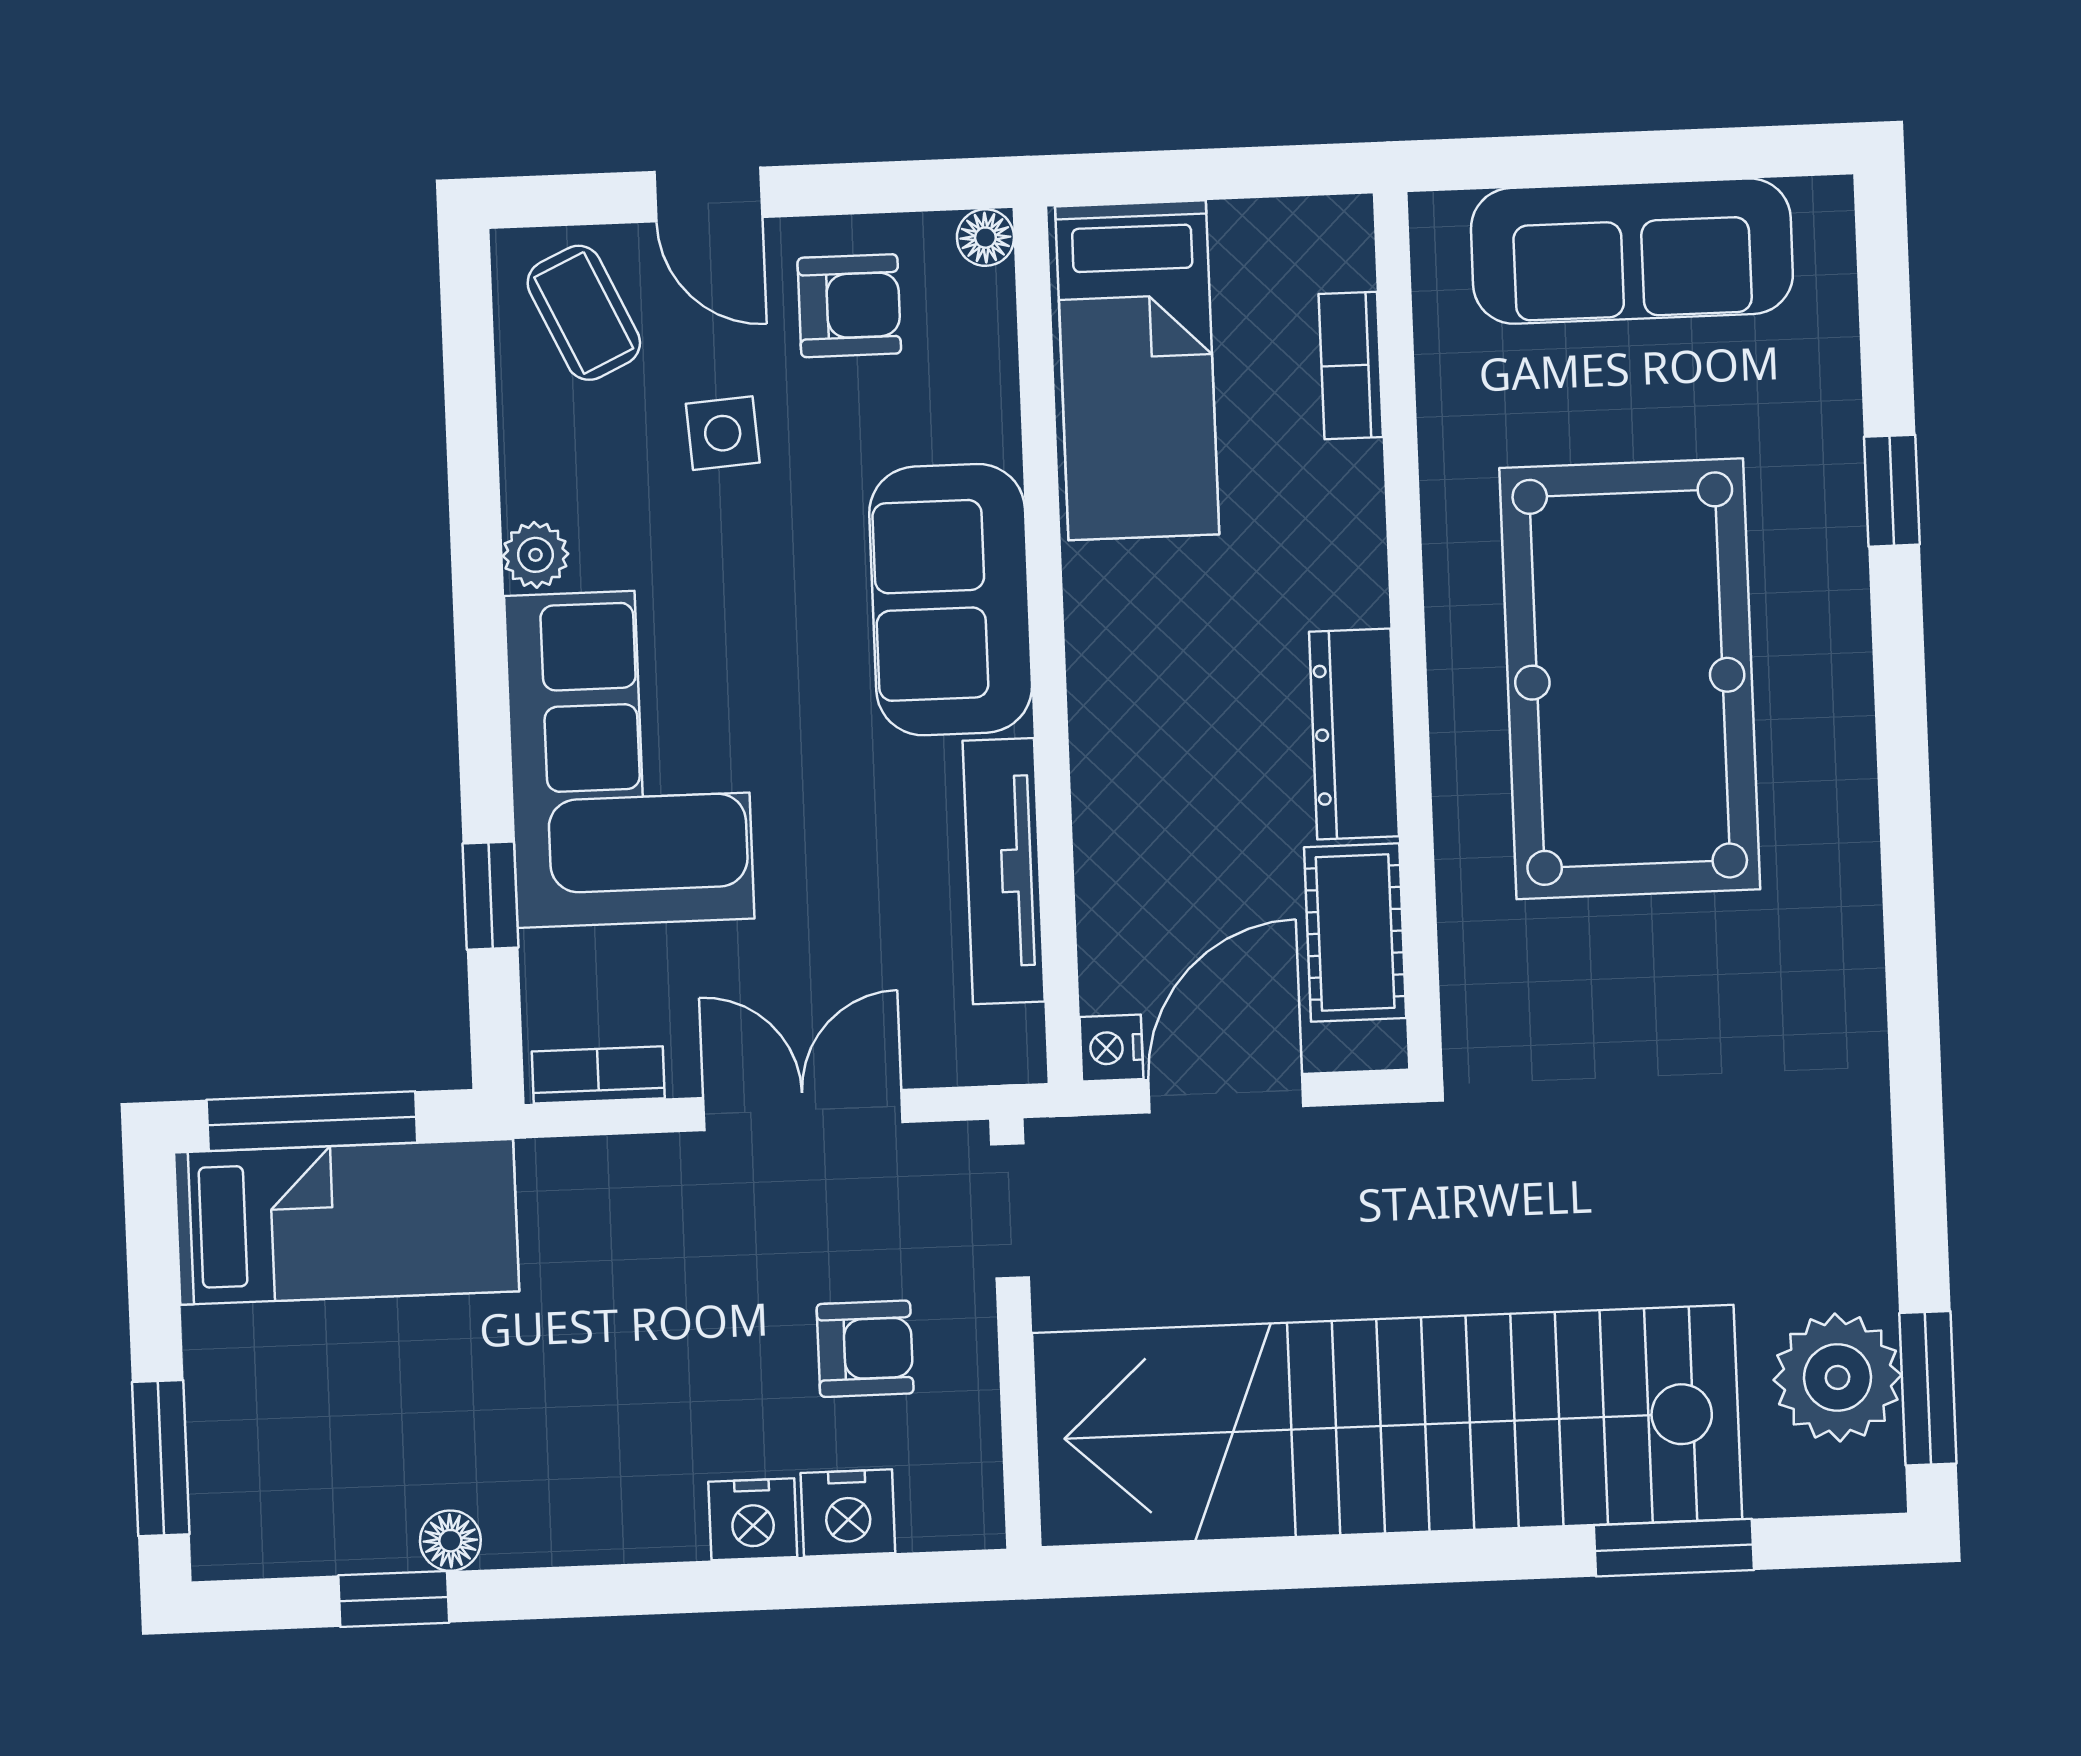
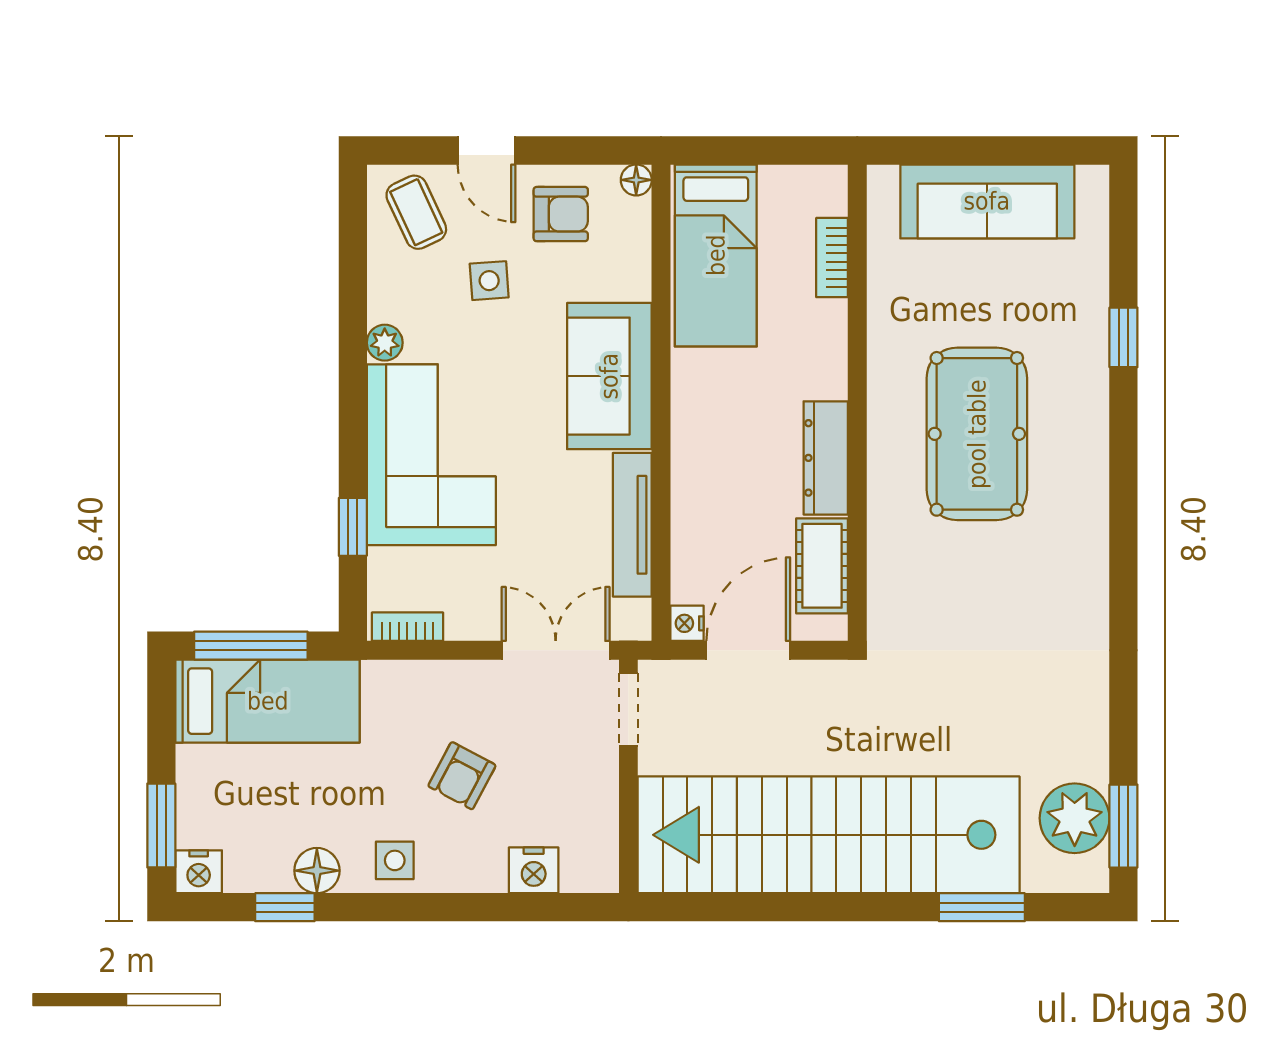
pool table: (1630, 679) -> (977, 434), width x0.73, depth x0.76
double door: (803, 1110) -> (556, 650), moved
armchair: (865, 1349) -> (462, 776), moved, turned 118
side table: (592, 1505) -> (395, 860), added
nightstand: (753, 1519) -> (199, 872), moved
floor lamp: (450, 1541) -> (317, 871), width x1.37, depth x1.37

